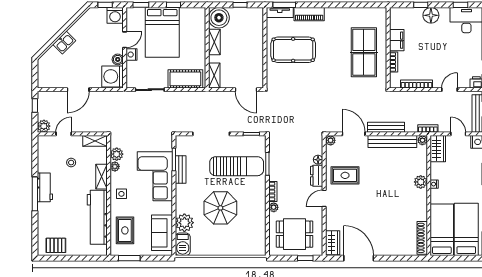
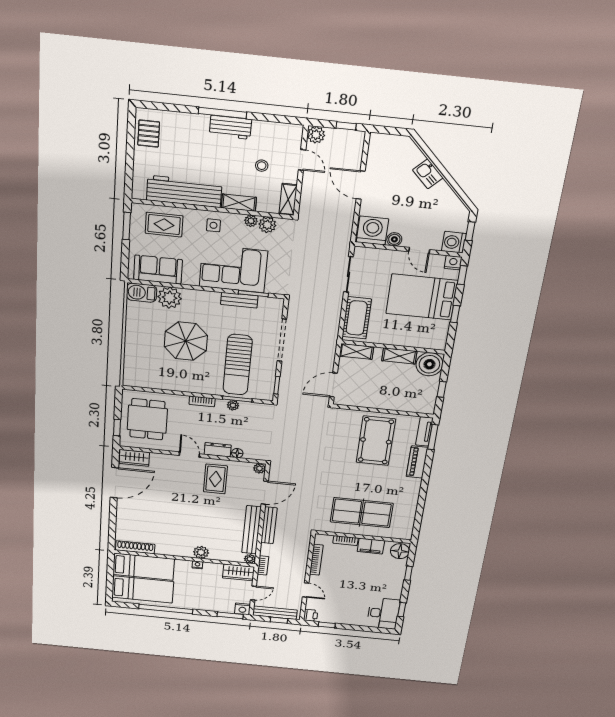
floor lamp: (431, 15) -> (400, 551), moved
nightstand: (131, 55) -> (453, 263), moved
plant: (274, 207) -> (233, 405), moved

